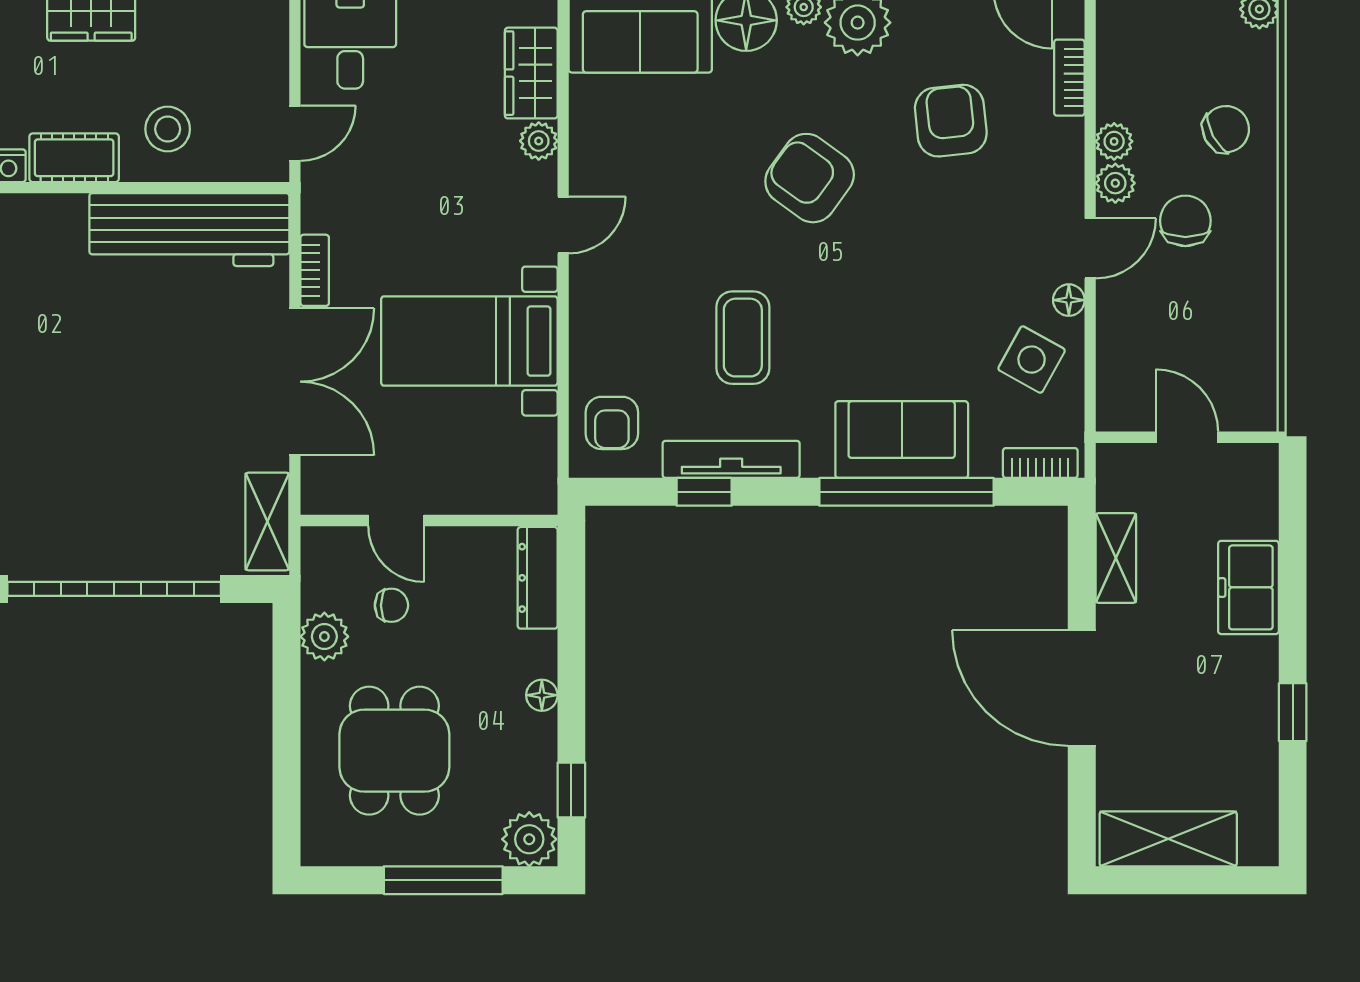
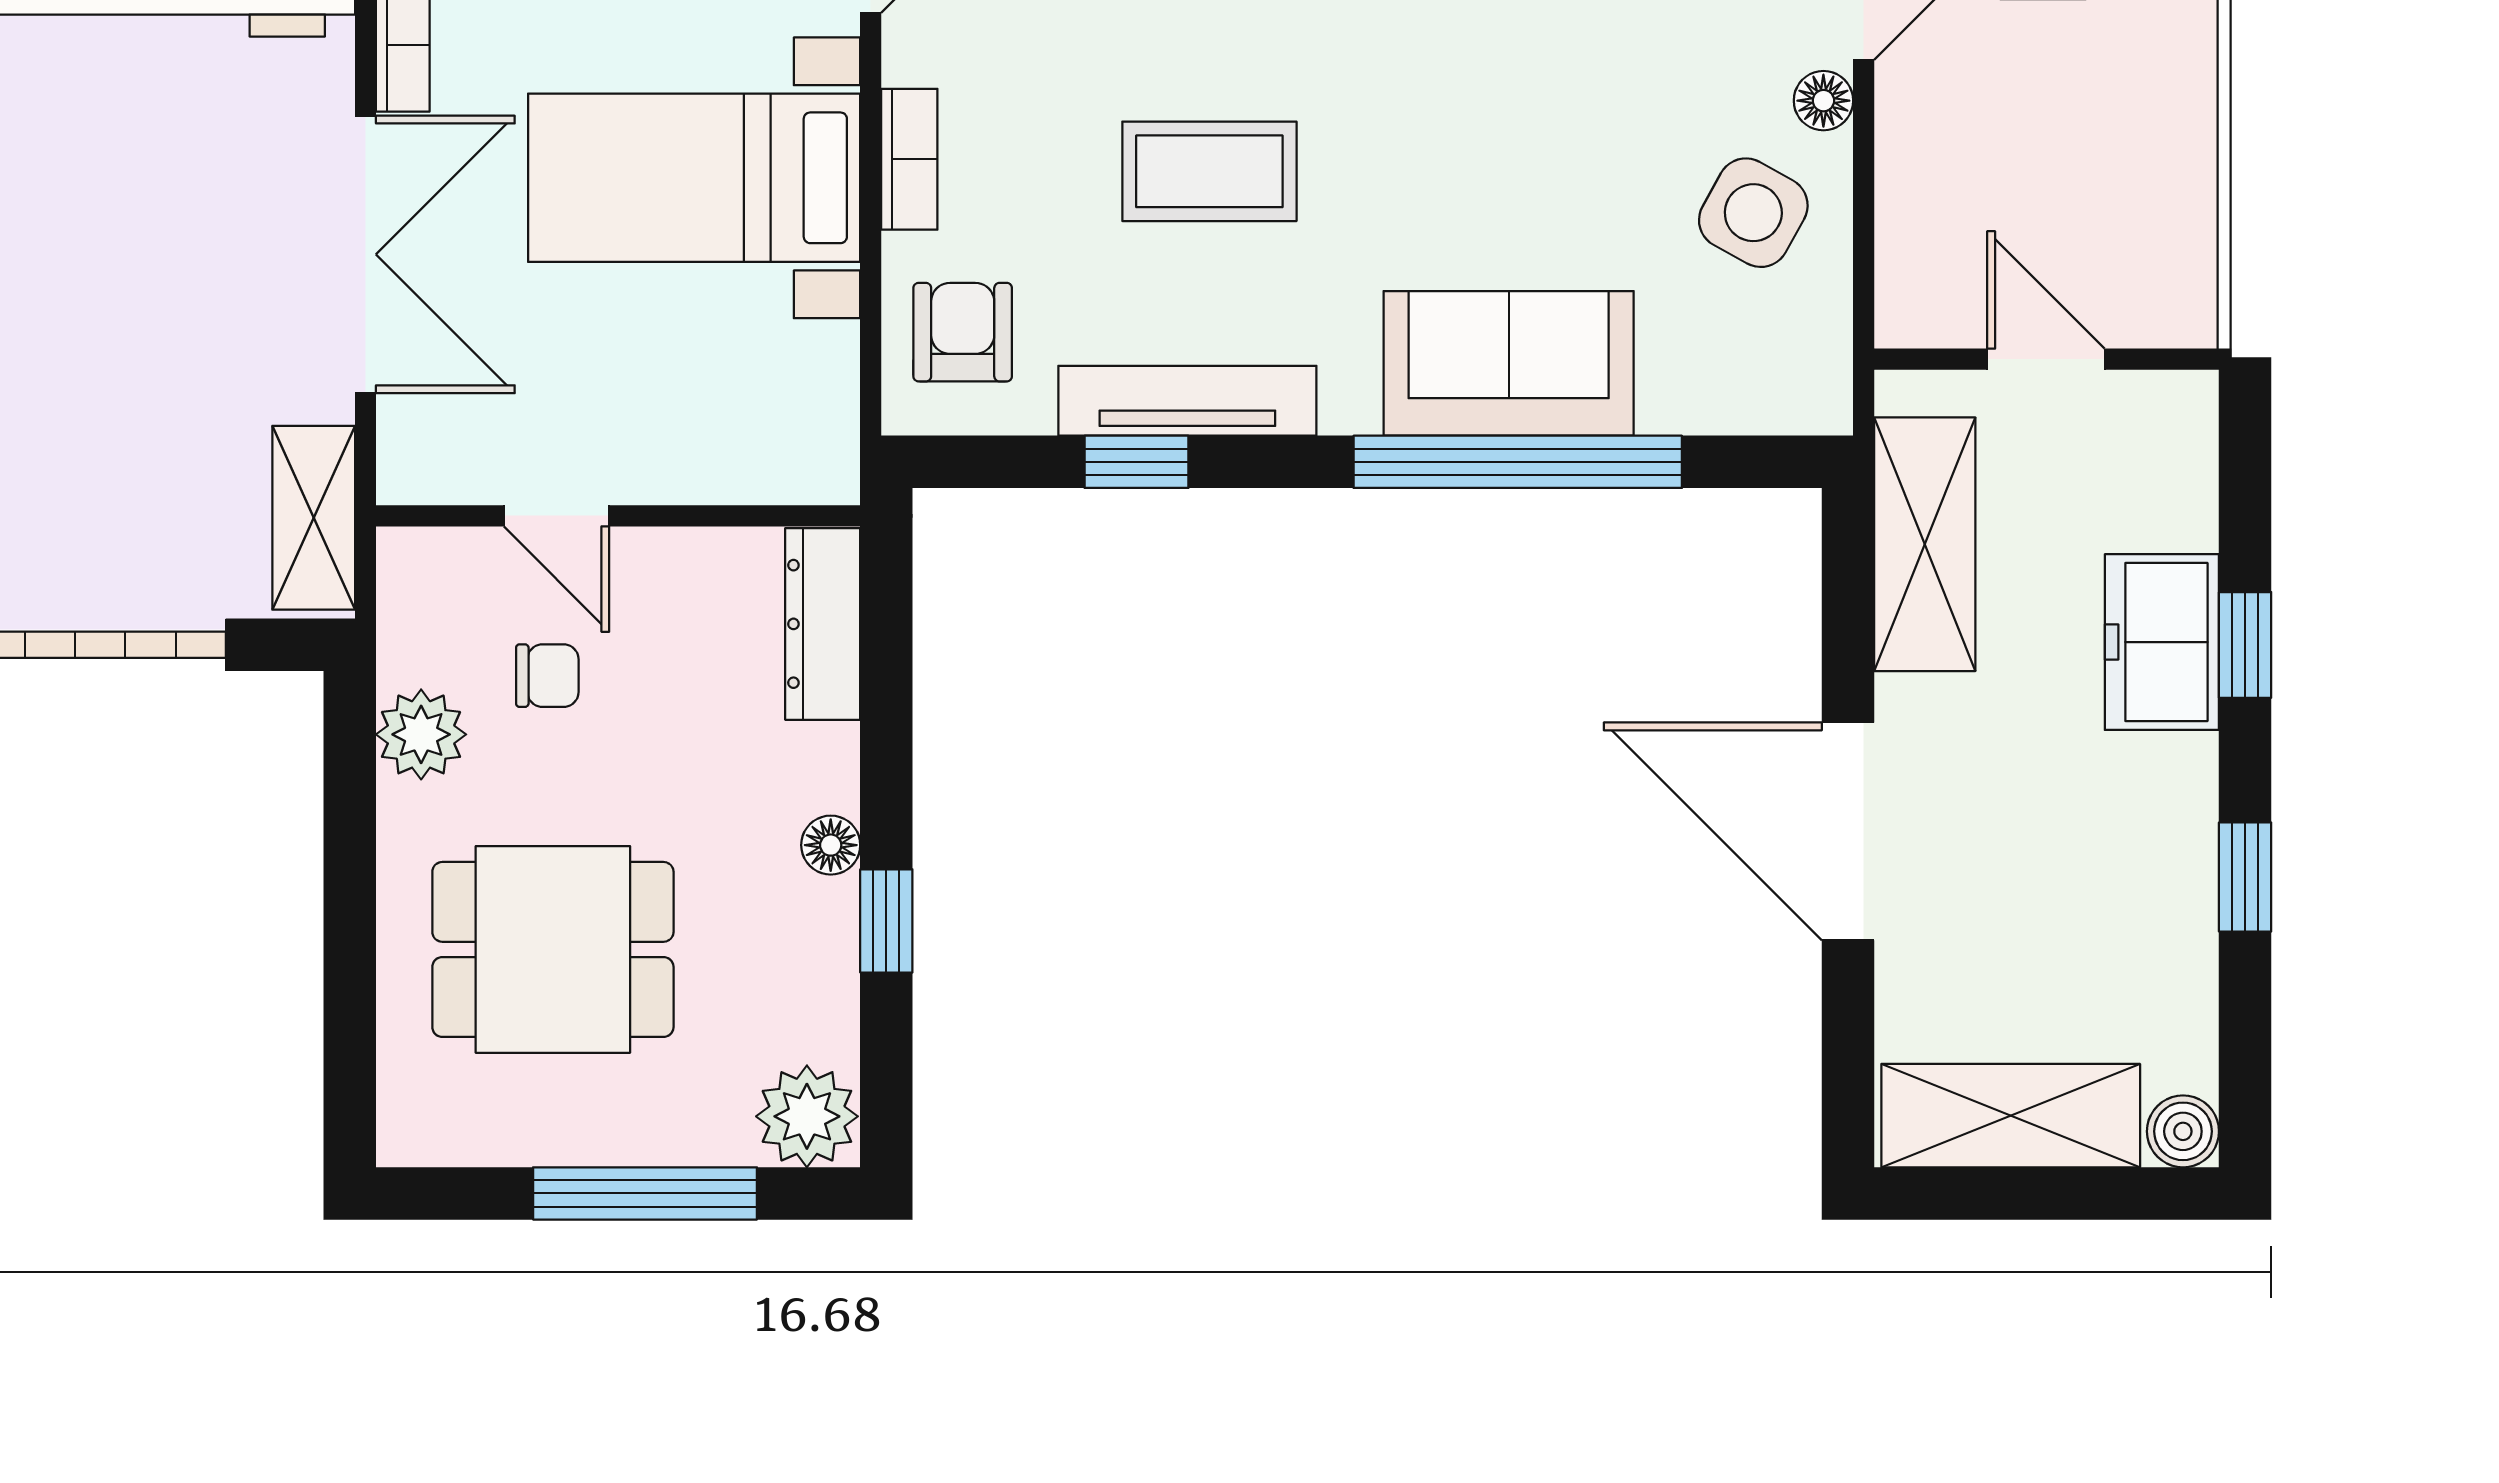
coffee table: (743, 338) -> (1209, 171), turned 90
armchair: (612, 423) -> (963, 332), turned 180
bookcase: (1040, 463) -> (909, 159), moved, turned 90
shelving: (1116, 558) -> (1925, 544), width x1.50, depth x1.33
window: (1293, 589) -> (2245, 645), added
dining table: (394, 751) -> (553, 949), turned 90
window: (571, 790) -> (886, 921), moved
boiler: (1260, 847) -> (2183, 1131), added

